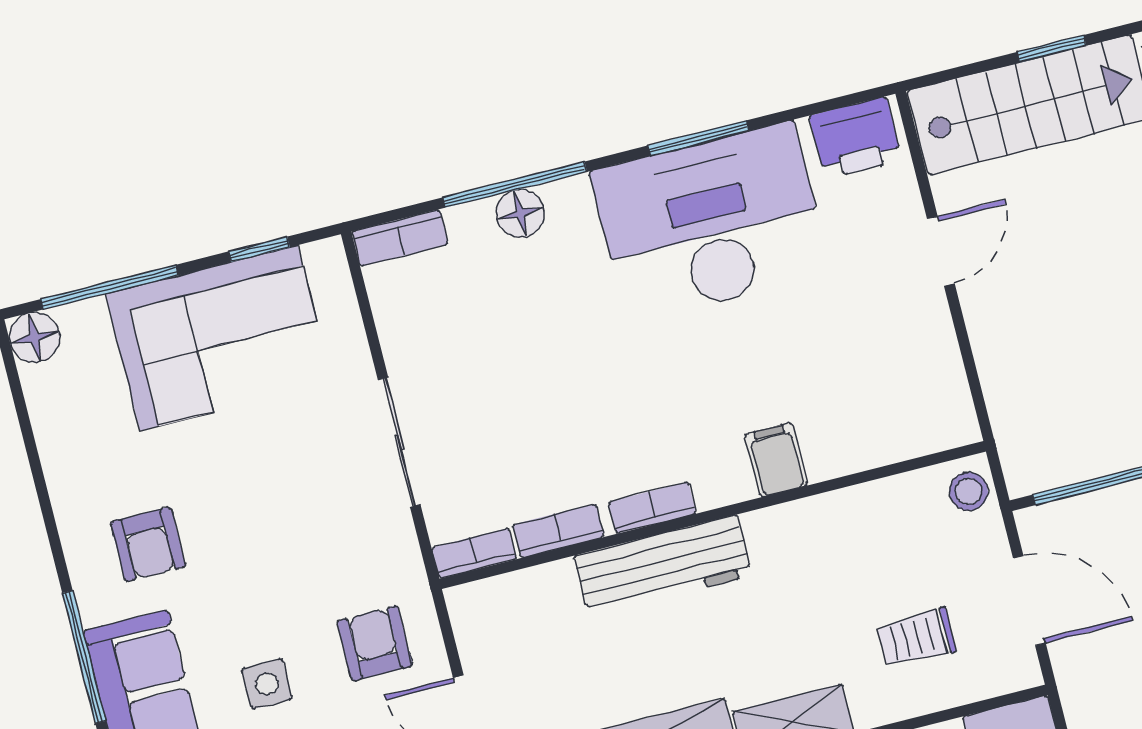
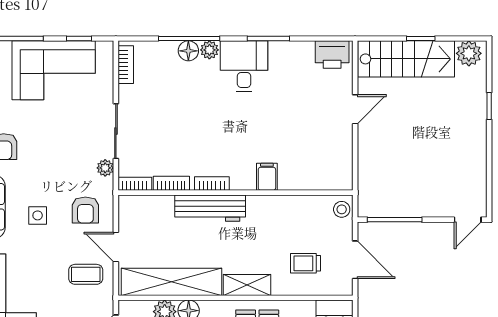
plant: (568, 199) -> (209, 50), added
desk: (710, 222) -> (244, 66), width x0.53, depth x0.77
bookcase: (400, 238) -> (126, 65), moved, turned -90
plant: (396, 534) -> (105, 168), added
armchair: (375, 643) -> (85, 210), turned 180

